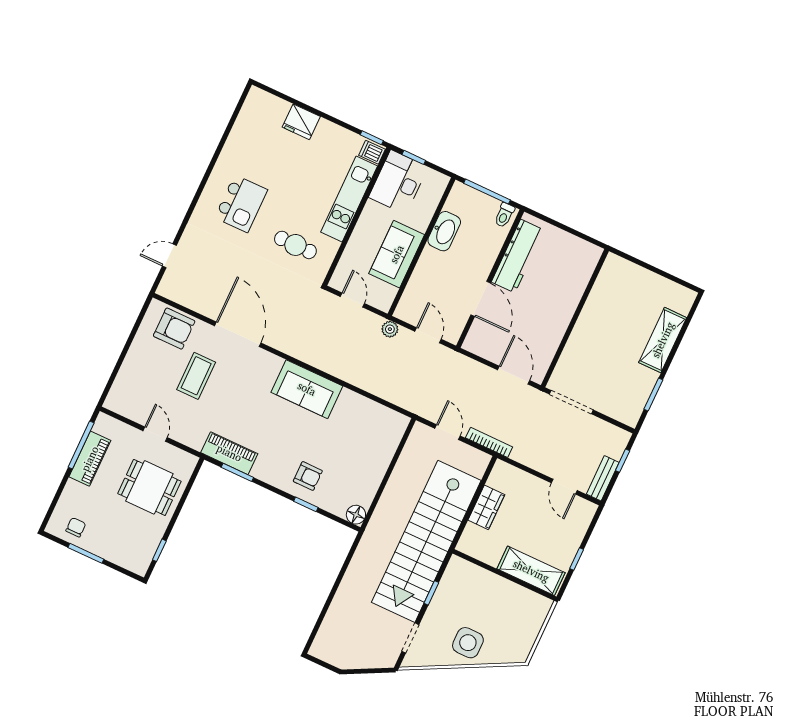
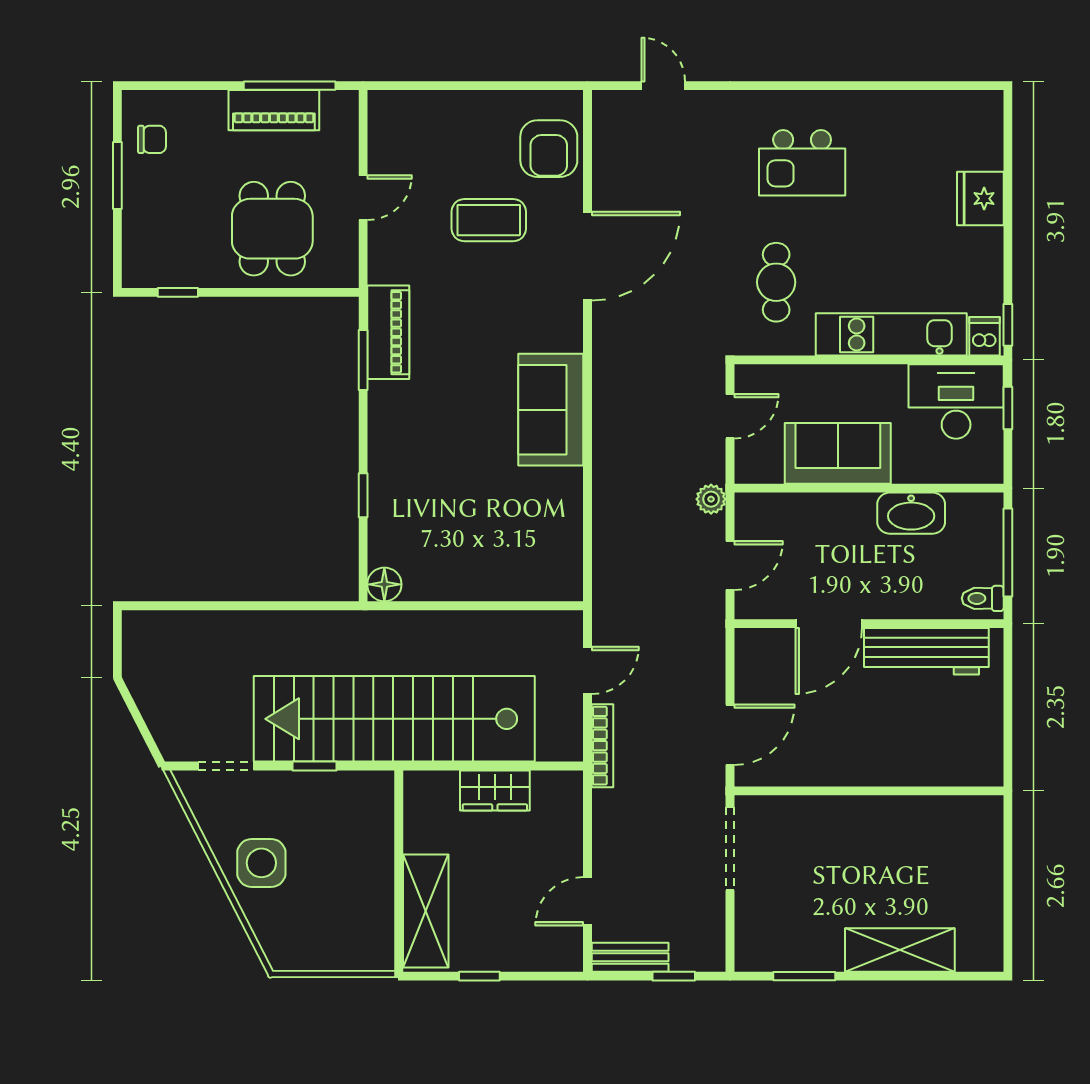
armchair: (308, 476) -> (411, 477), removed

